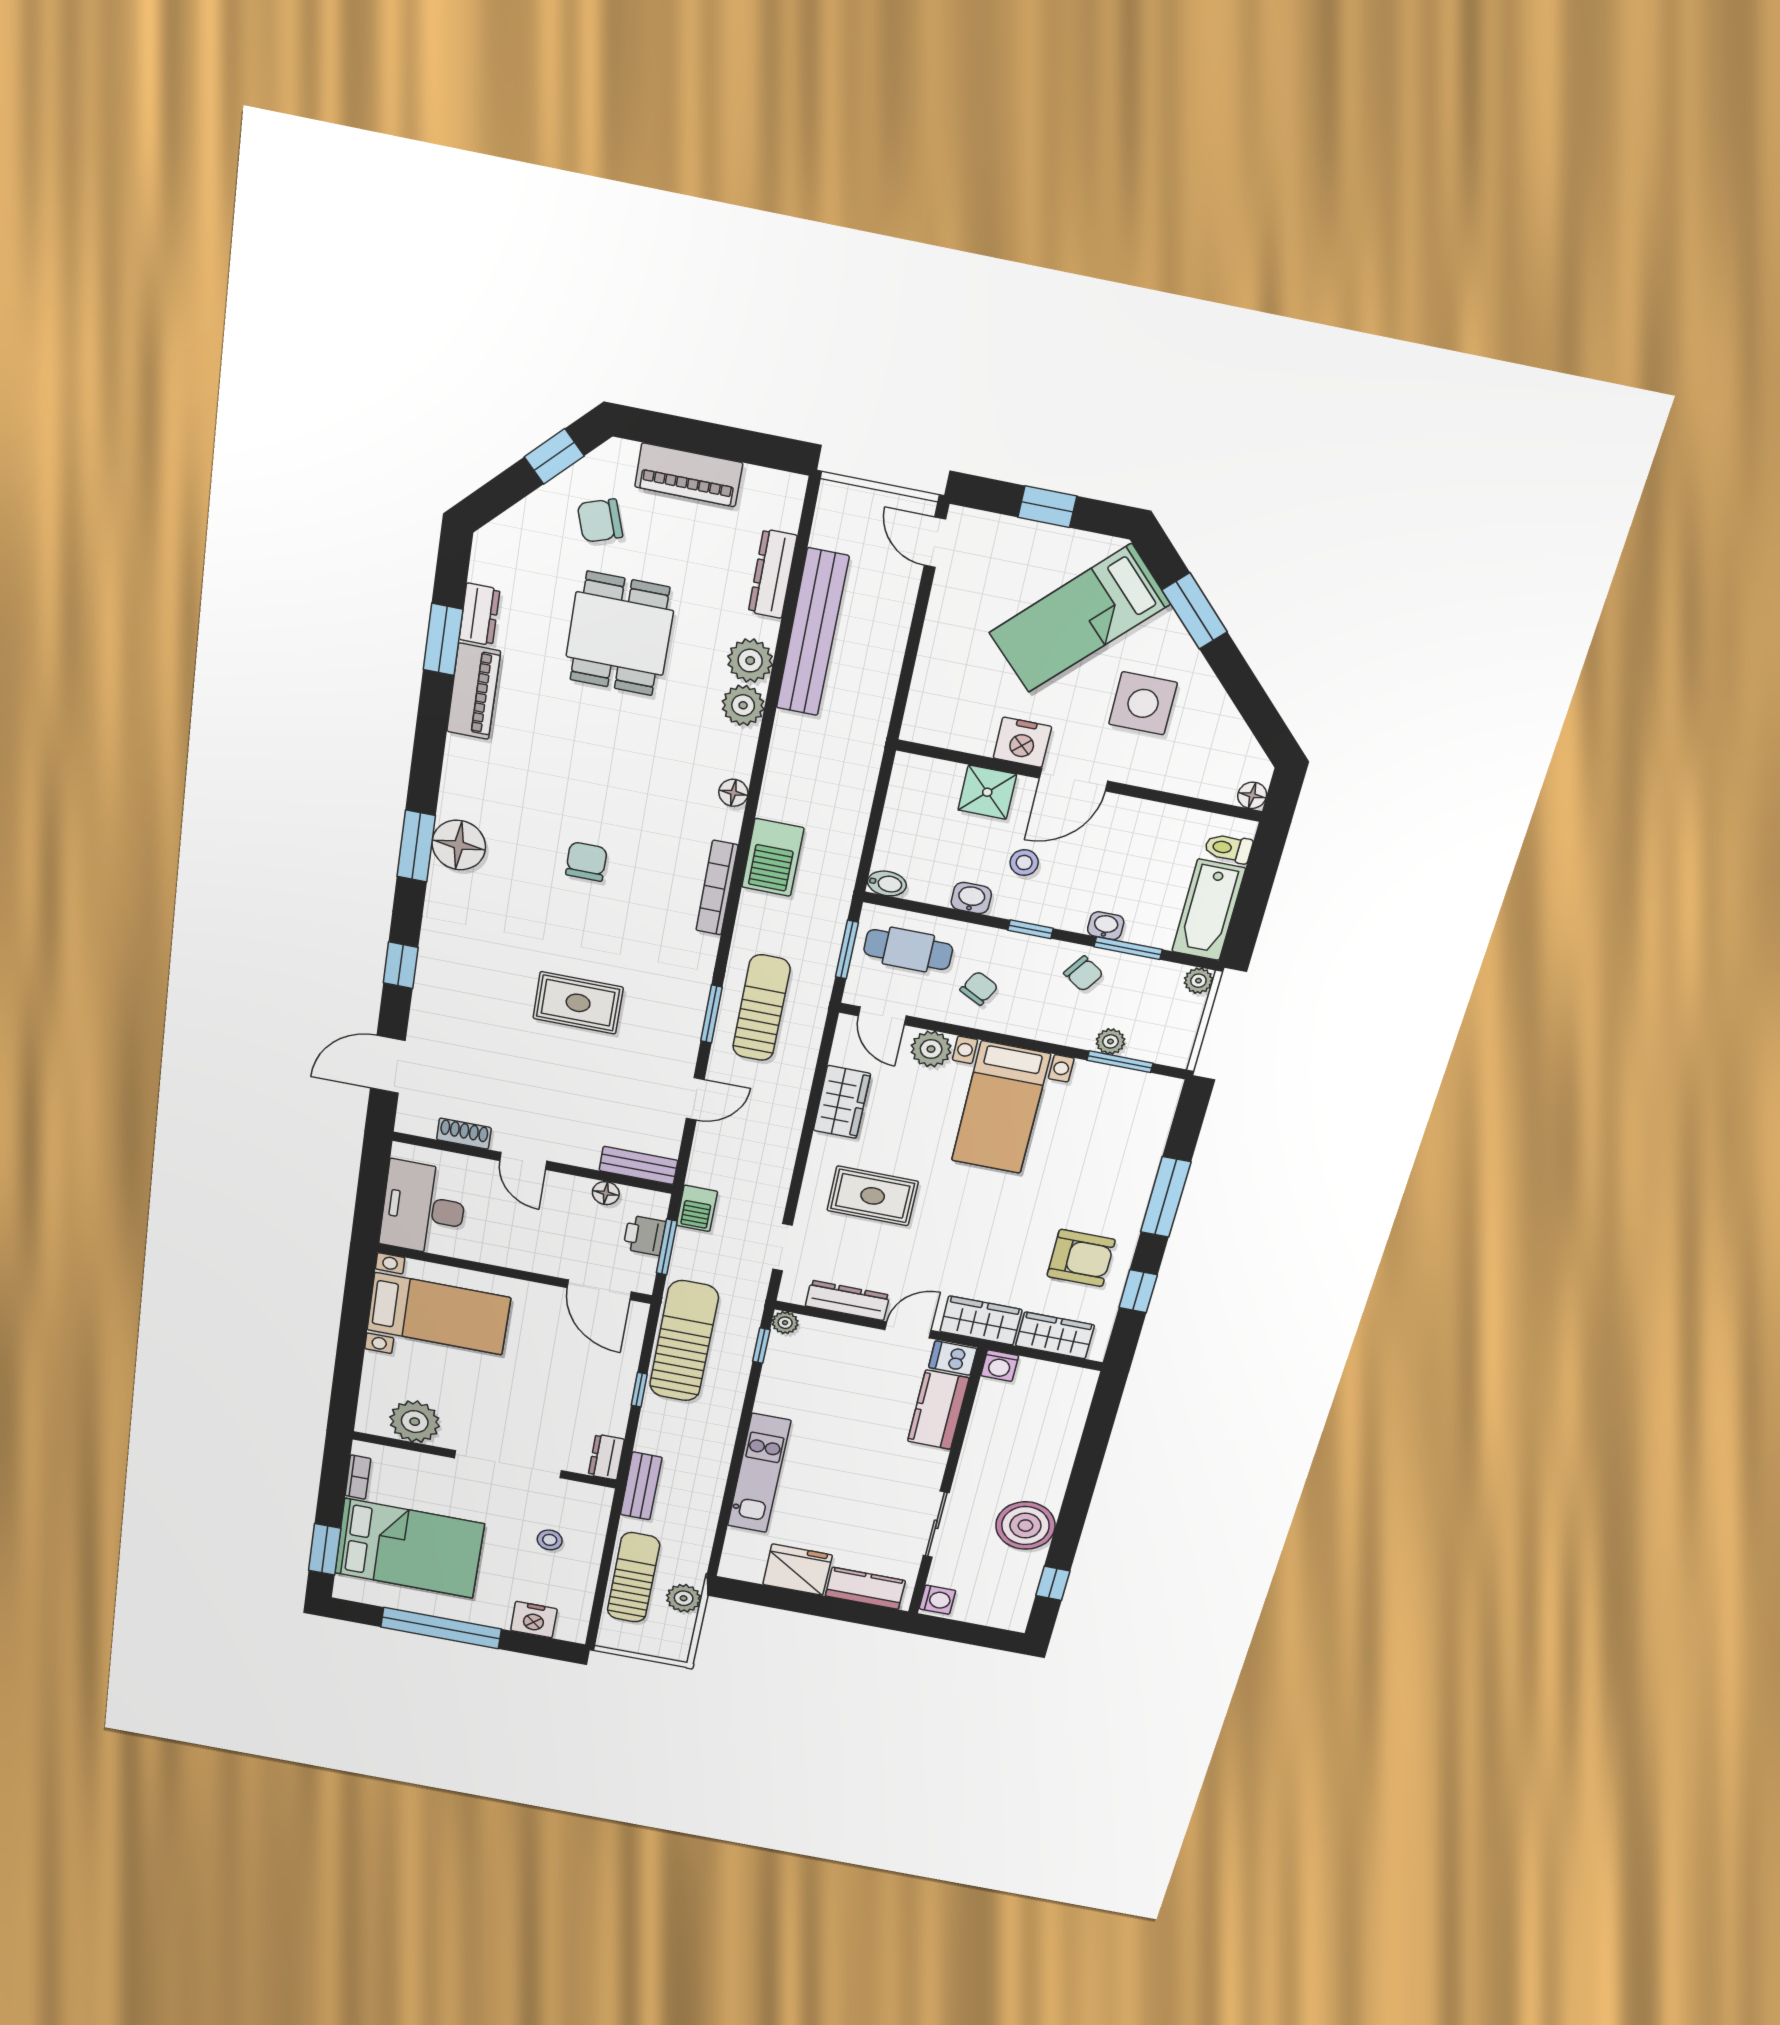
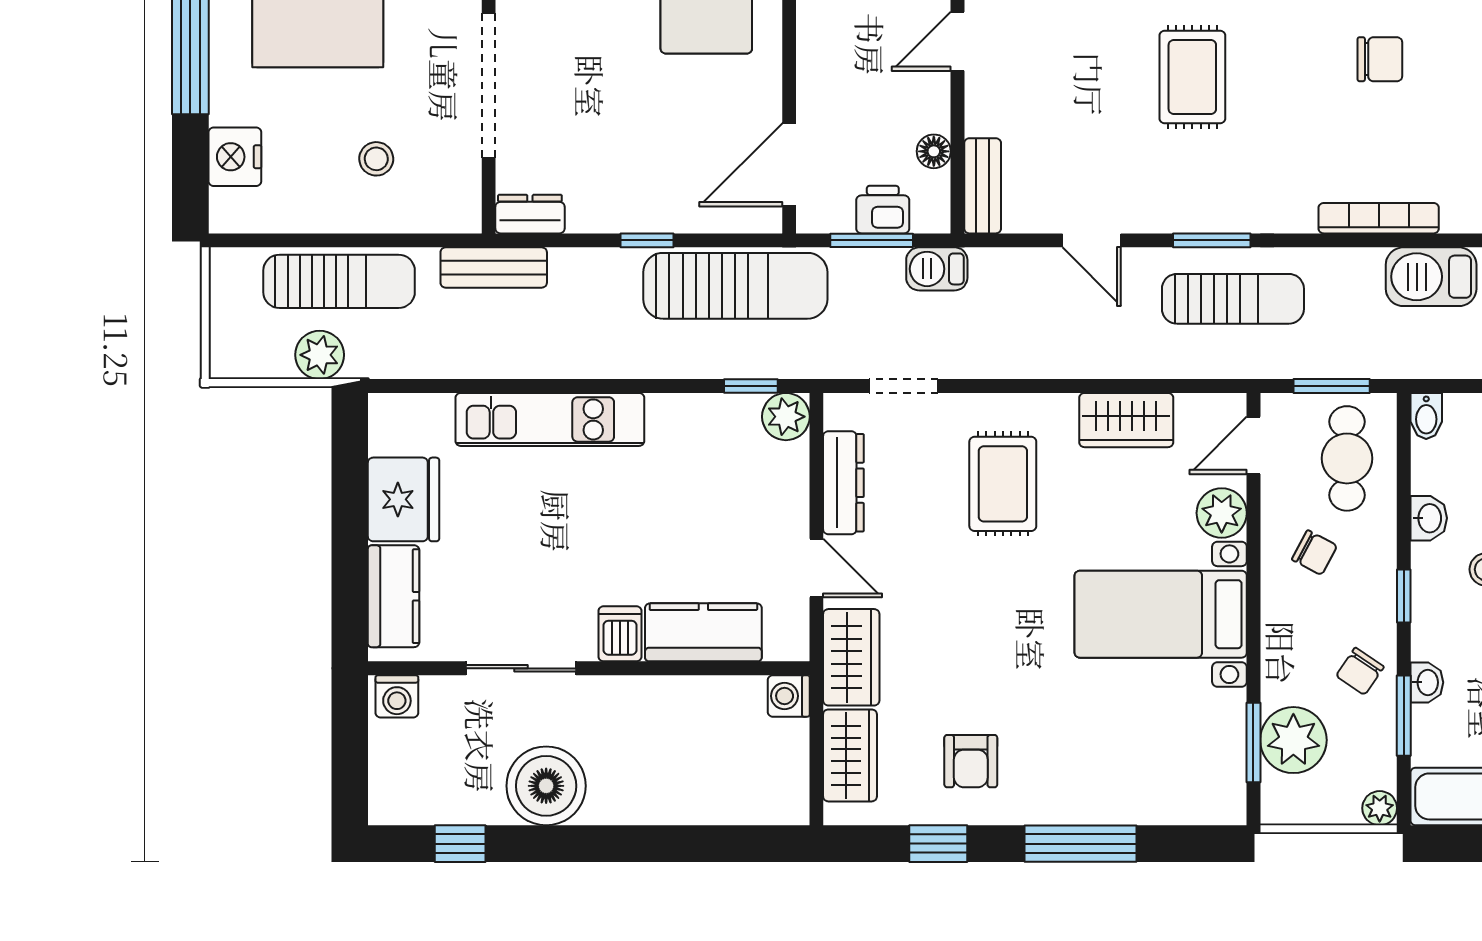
plant: (1110, 1041) -> (1293, 740), width x1.88, depth x1.88
armchair: (1081, 1258) -> (971, 761), width x0.72, depth x0.72
plant: (785, 1323) -> (786, 417), width x1.38, depth x1.38
dishwasher: (953, 1358) -> (620, 634), moved

